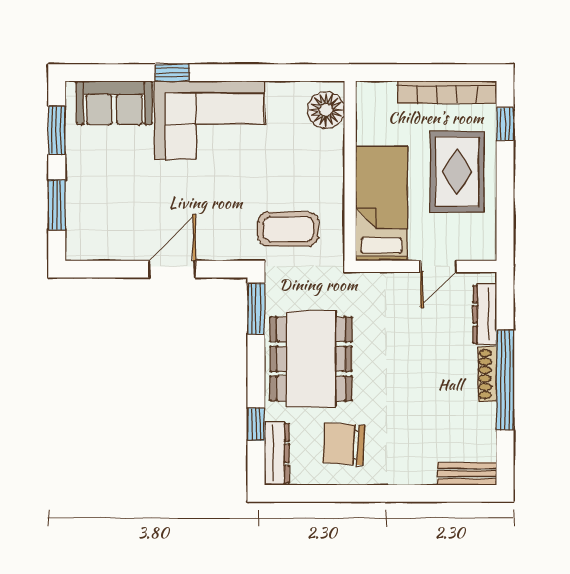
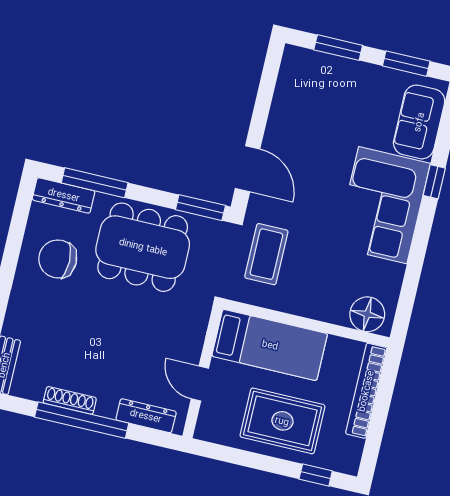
bookcase: (447, 92) -> (366, 391), moved
door: (172, 269) -> (248, 169), moved
shoe rack: (487, 374) -> (70, 400), moved
window: (256, 424) -> (95, 183), width x2.17
chair: (344, 444) -> (58, 259), turned -94

